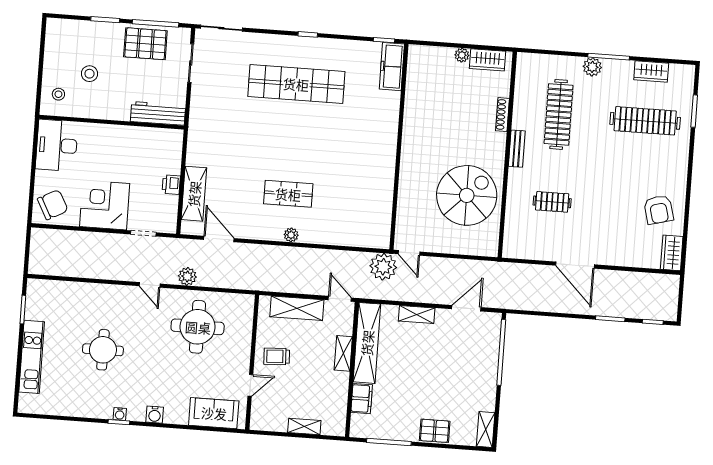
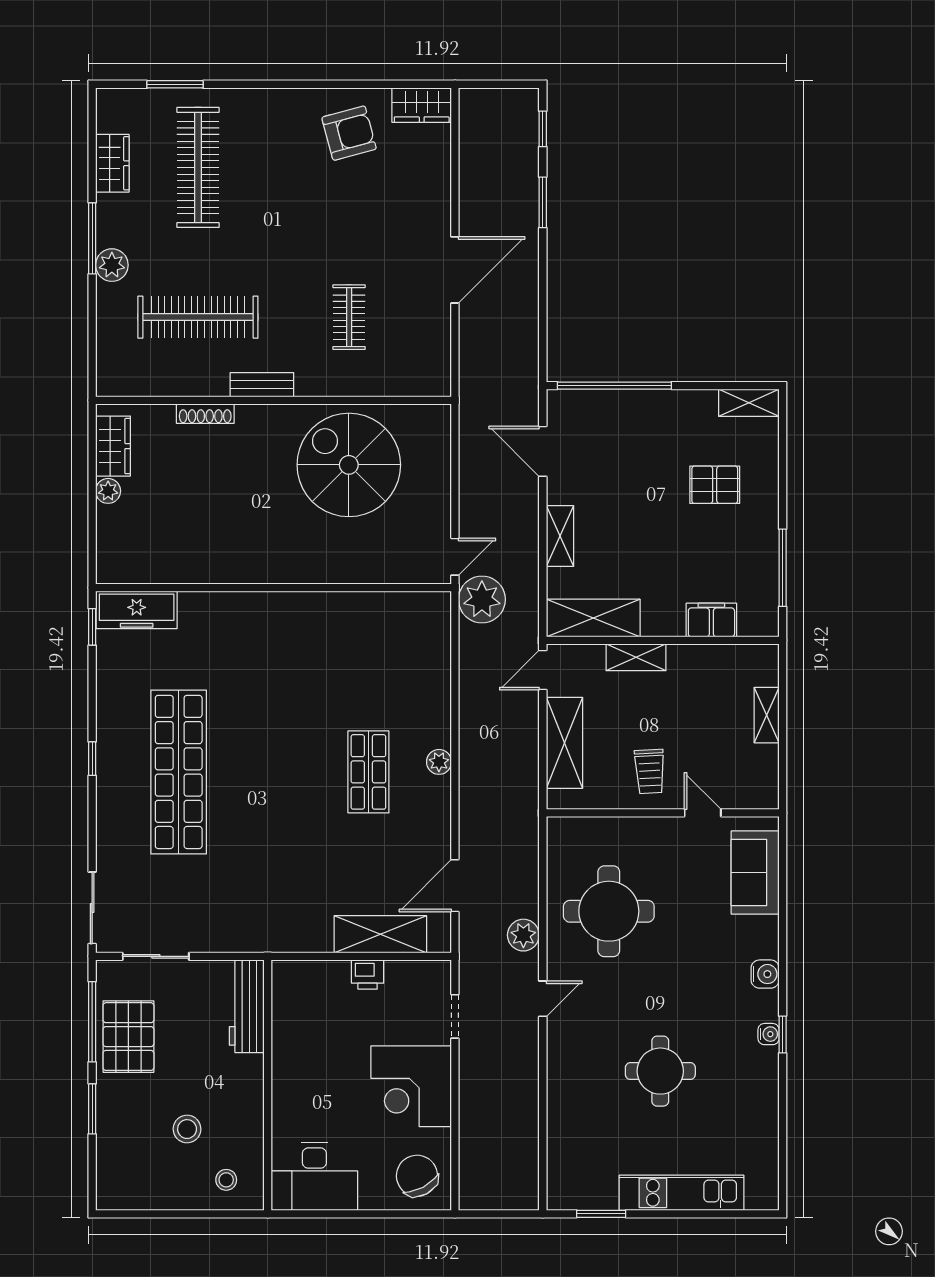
shelving: (367, 343) -> (593, 618), width x0.68
pallet: (435, 431) -> (715, 485), moved, turned 90

